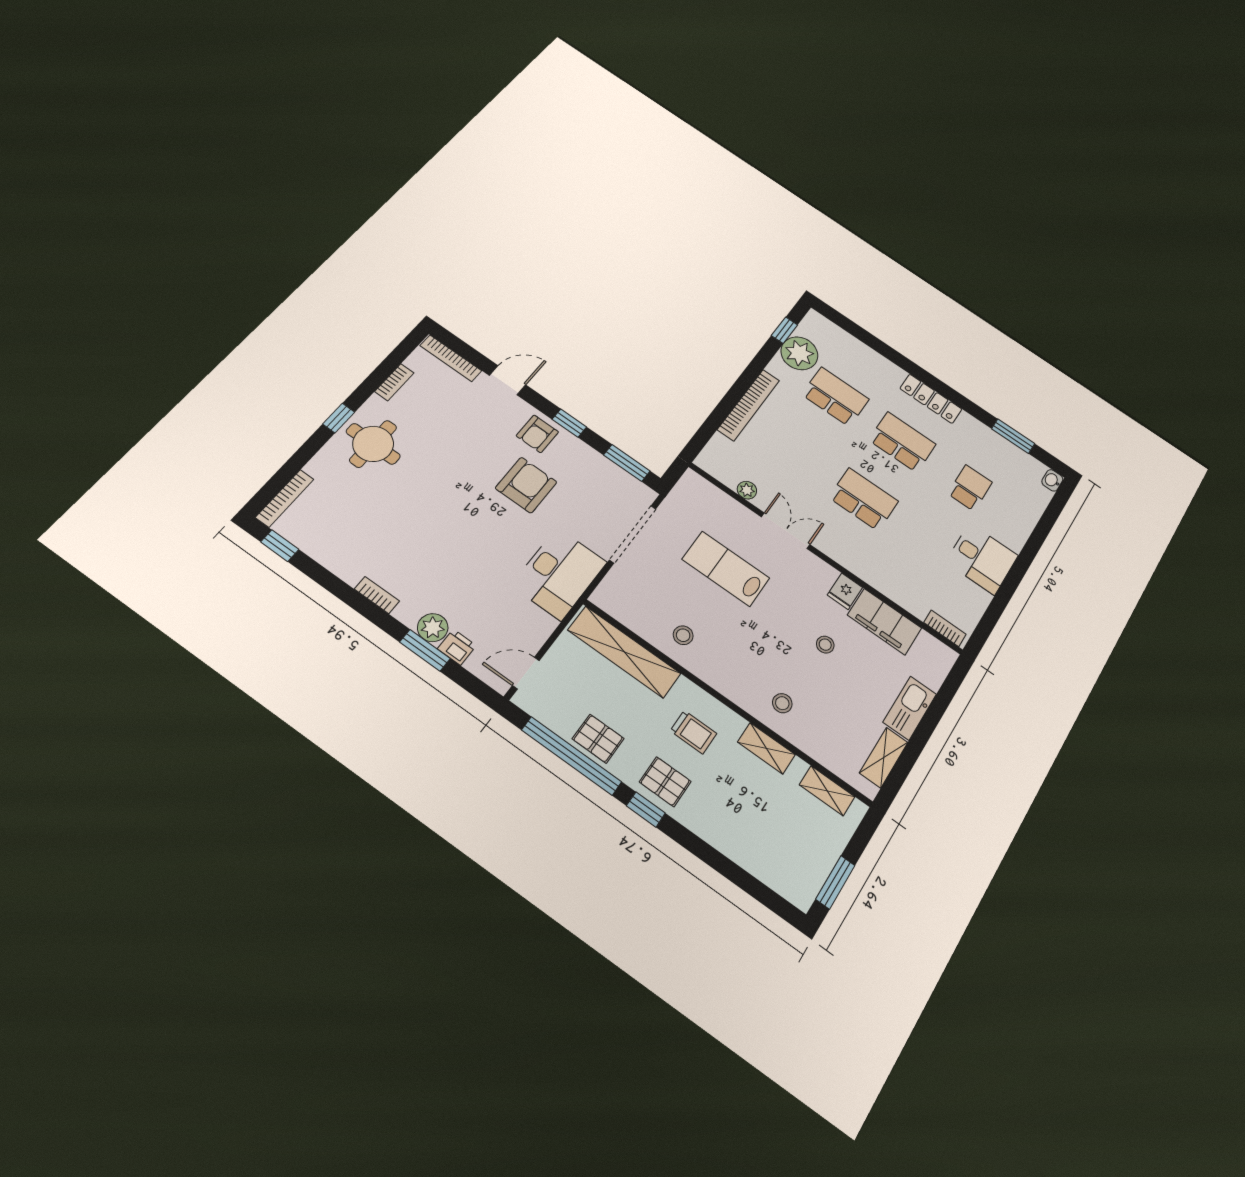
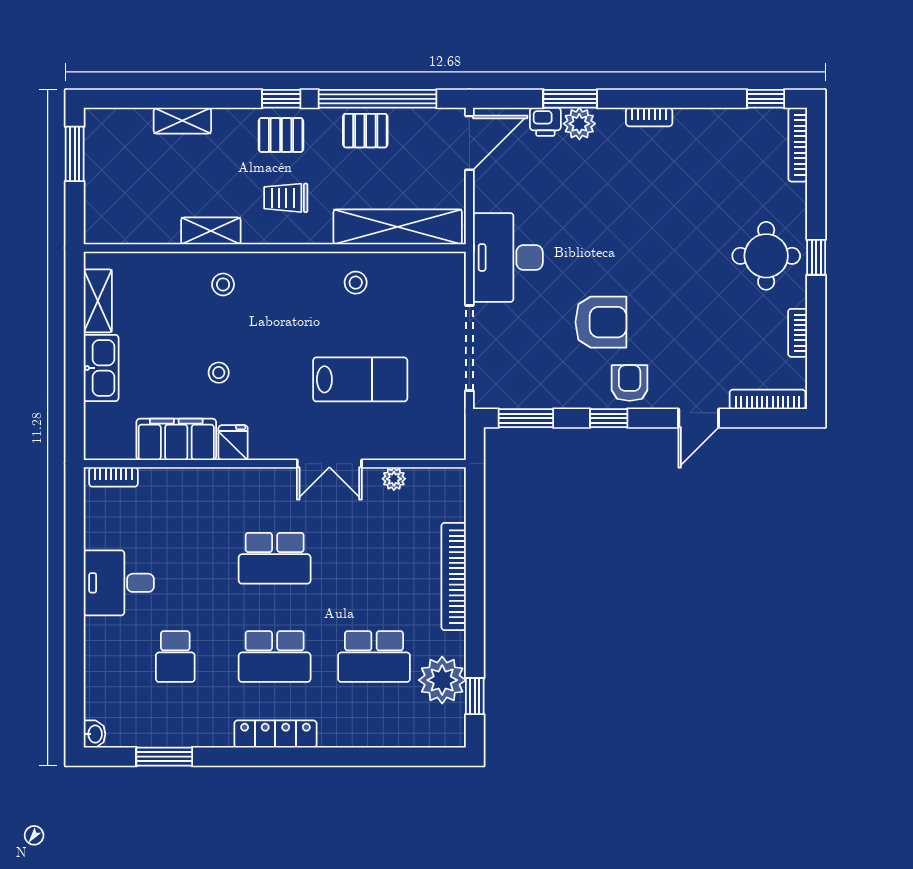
armchair: (526, 485) -> (601, 322), turned -90
door: (526, 673) -> (469, 143), width x1.38
shelving: (827, 791) -> (182, 121), moved

